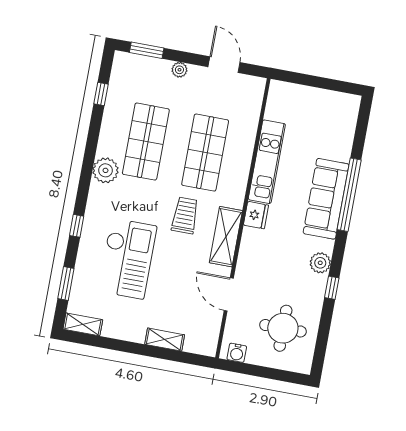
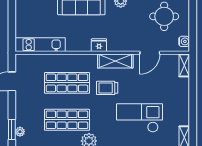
plant: (179, 70) -> (20, 132), moved
kitchen unit: (267, 162) -> (40, 45), moved
shelving: (165, 340) -> (184, 65), moved

